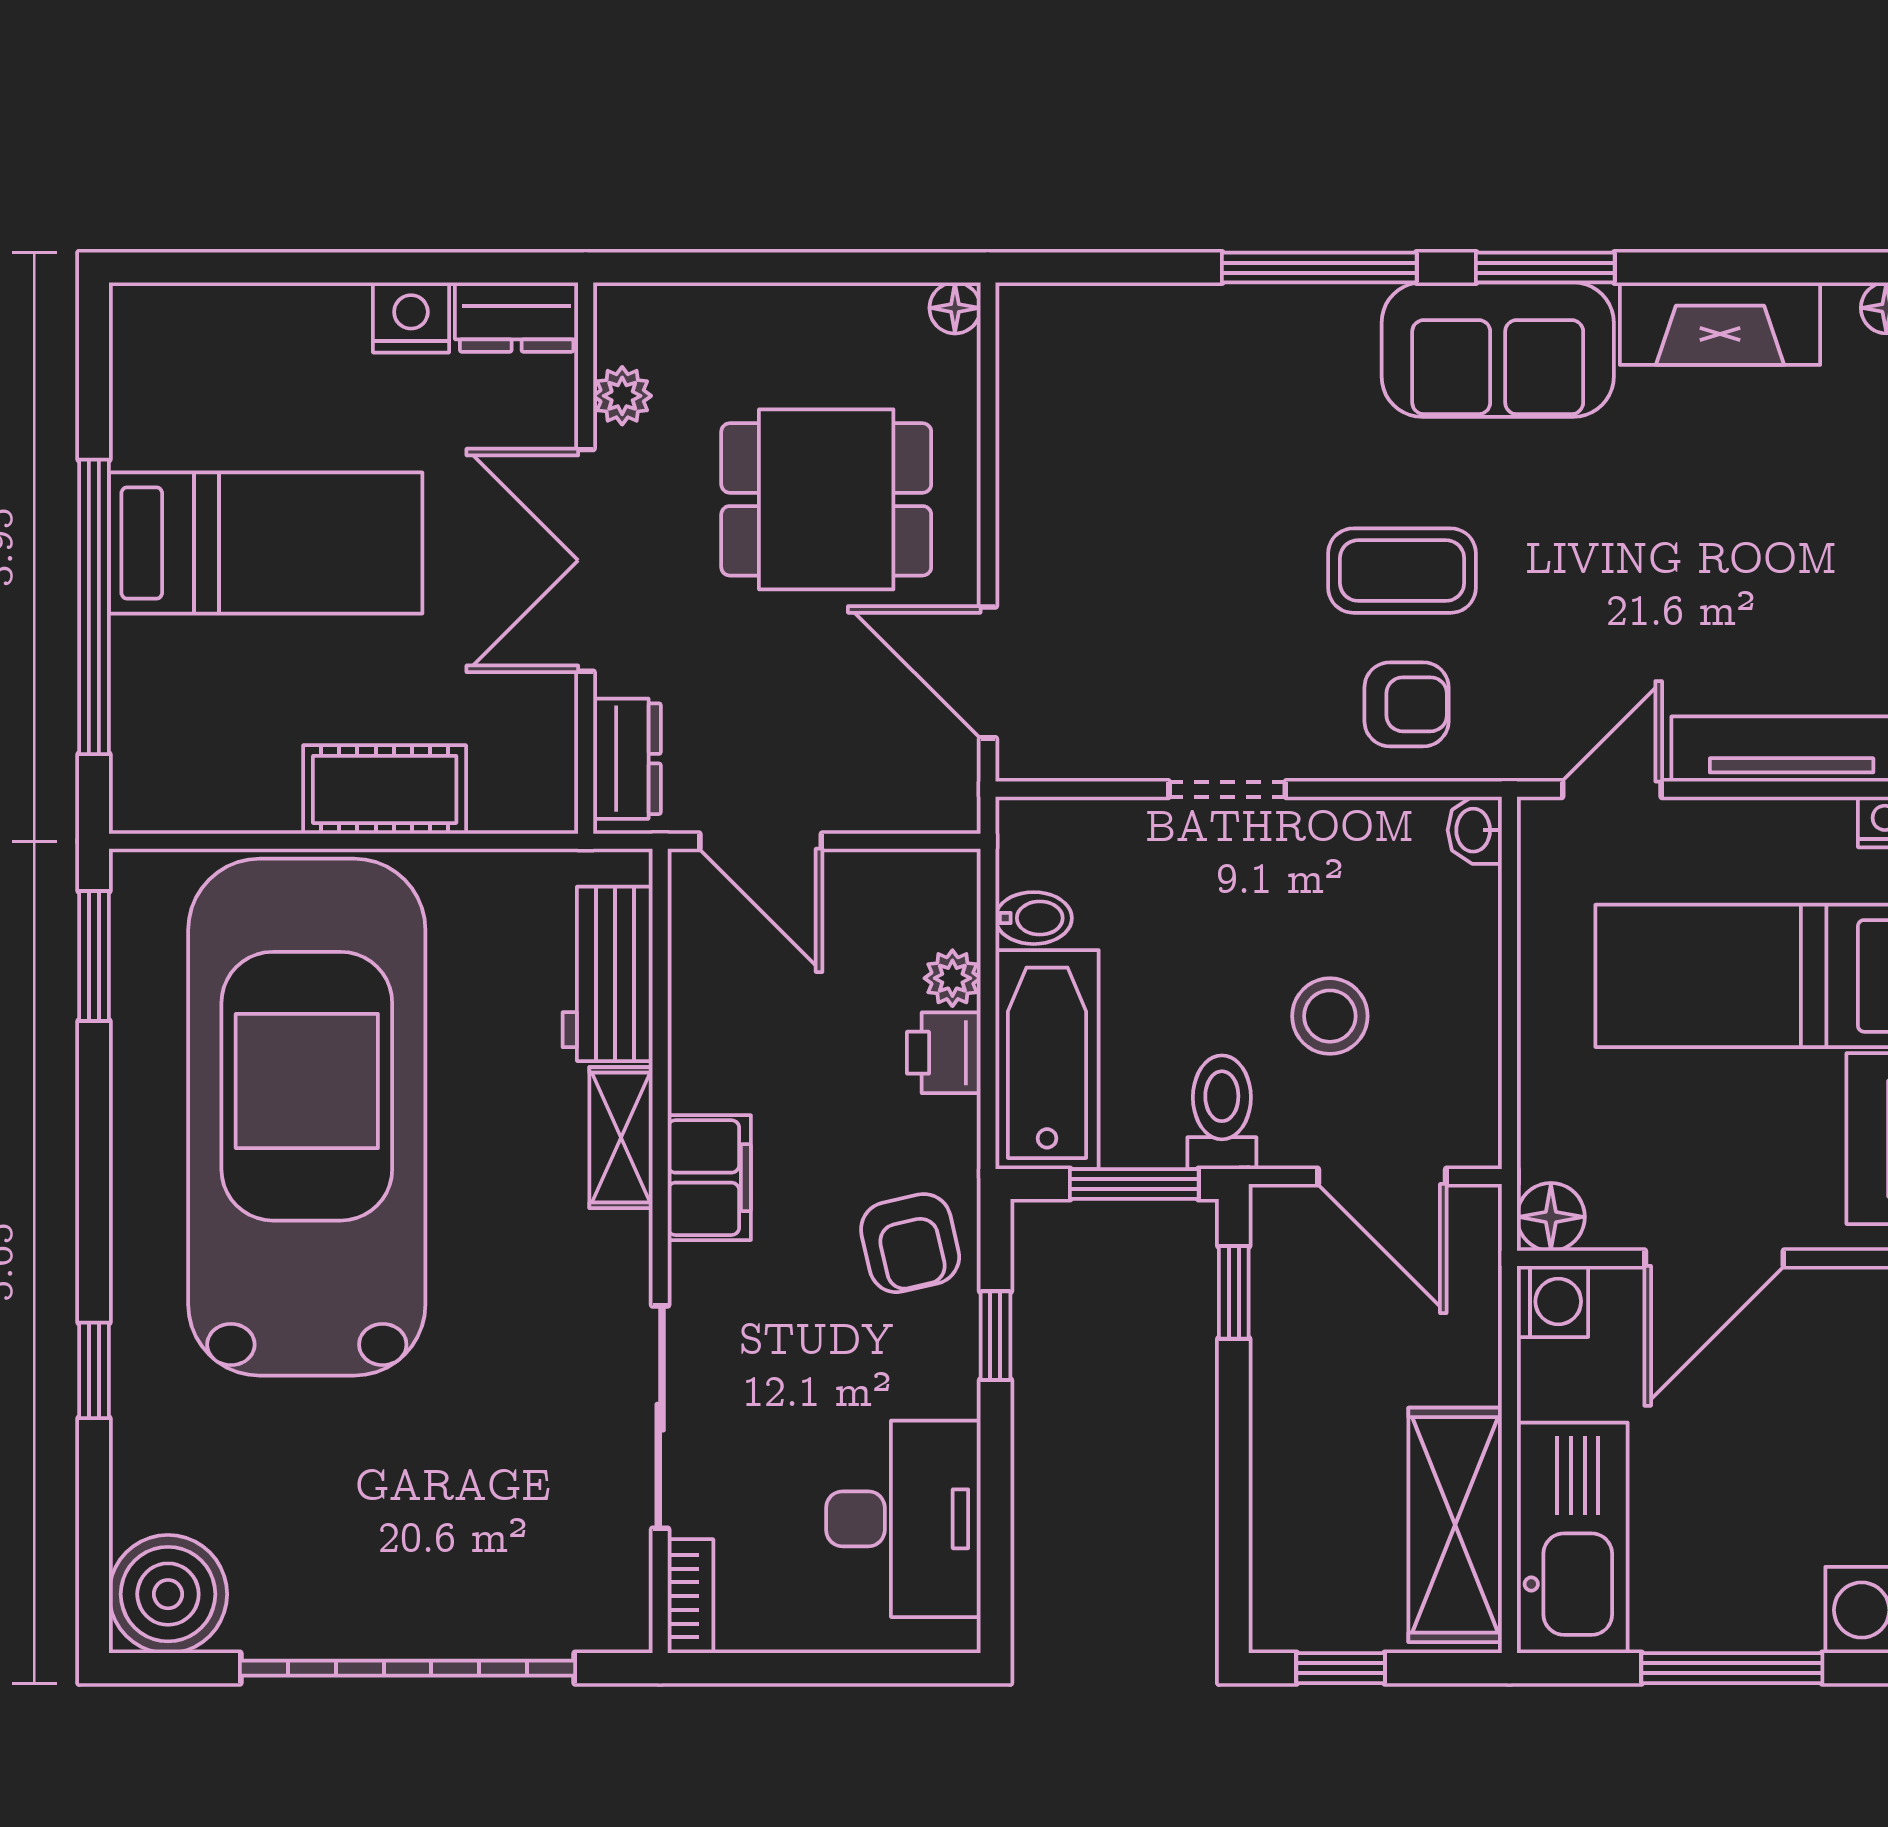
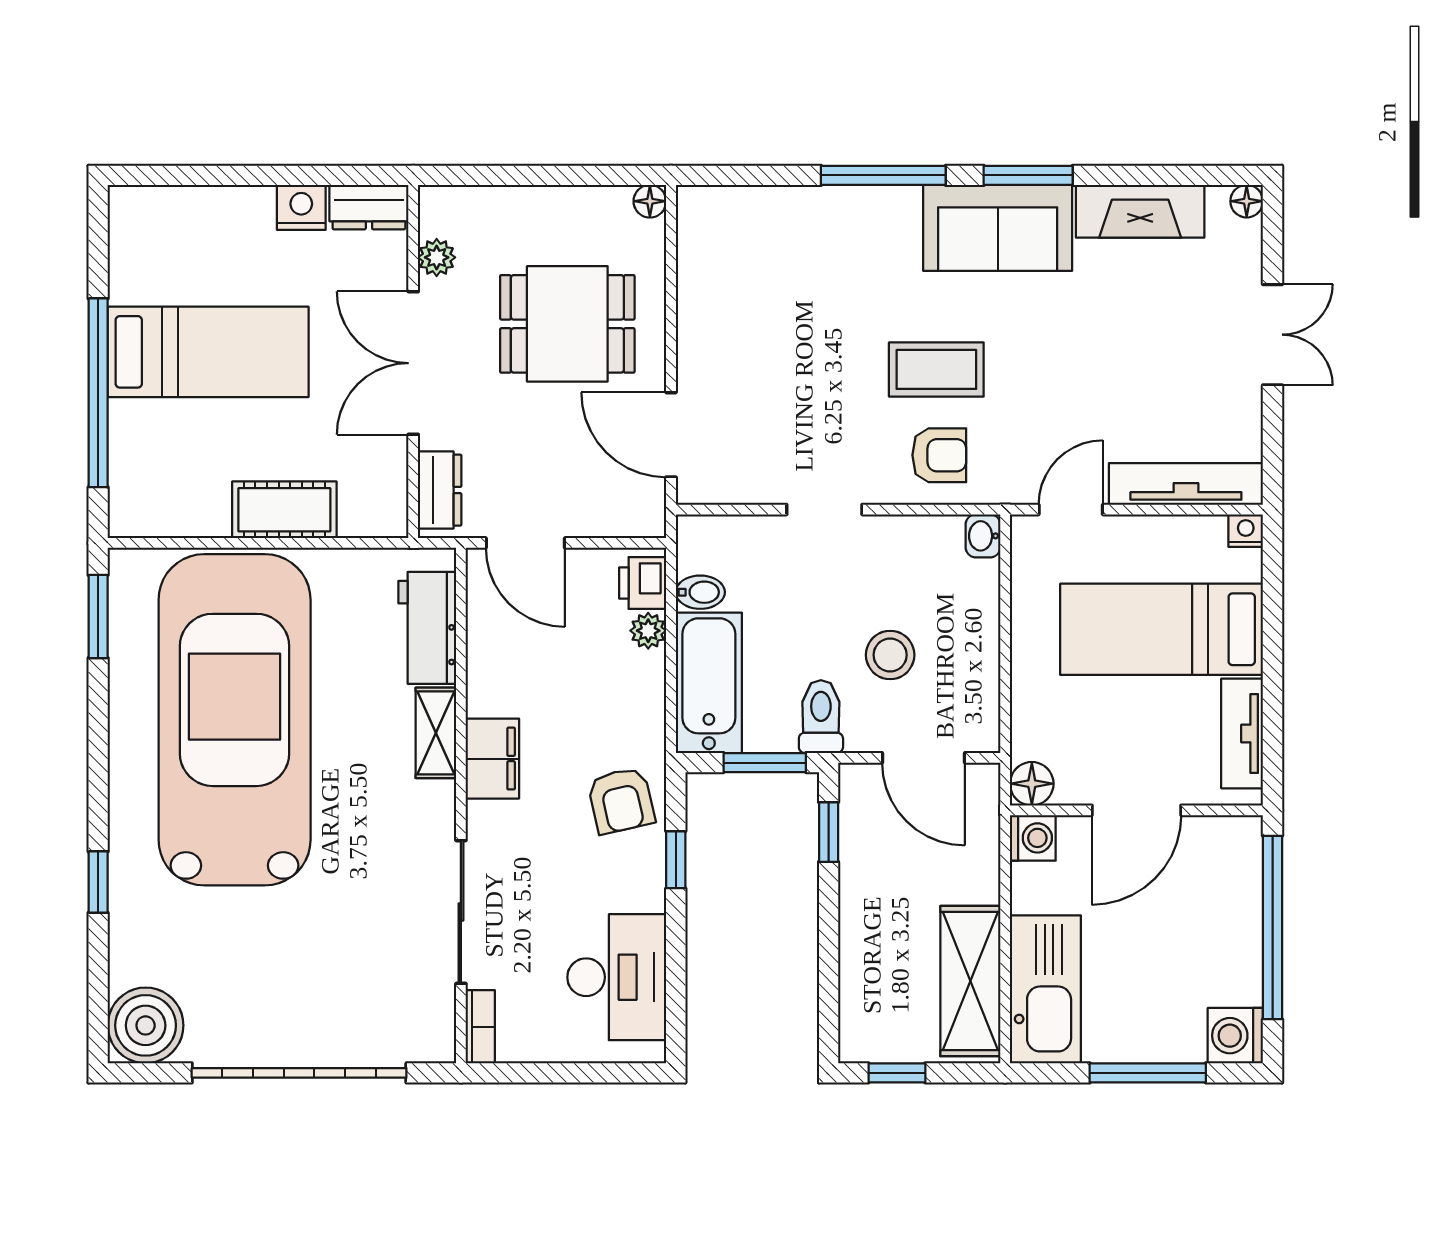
printer: (944, 1053) -> (643, 583), moved

